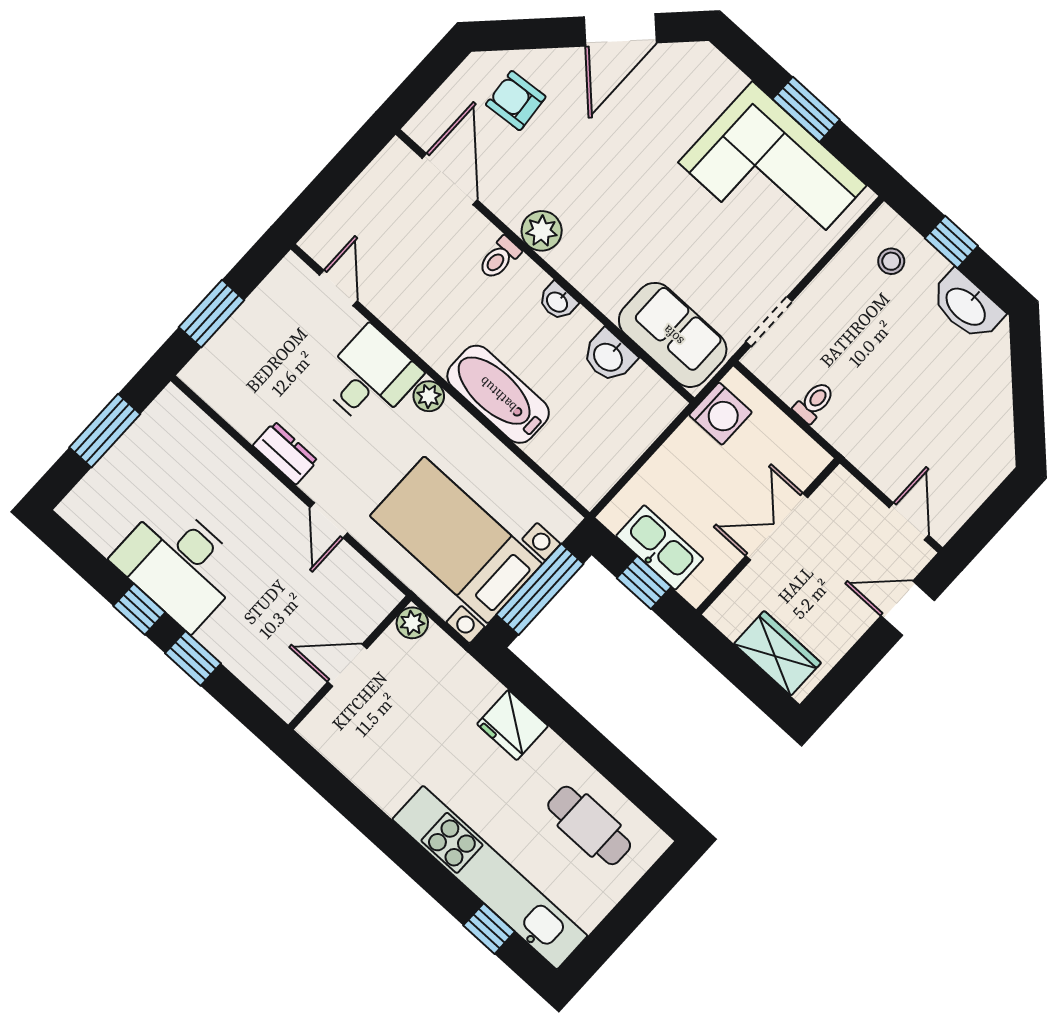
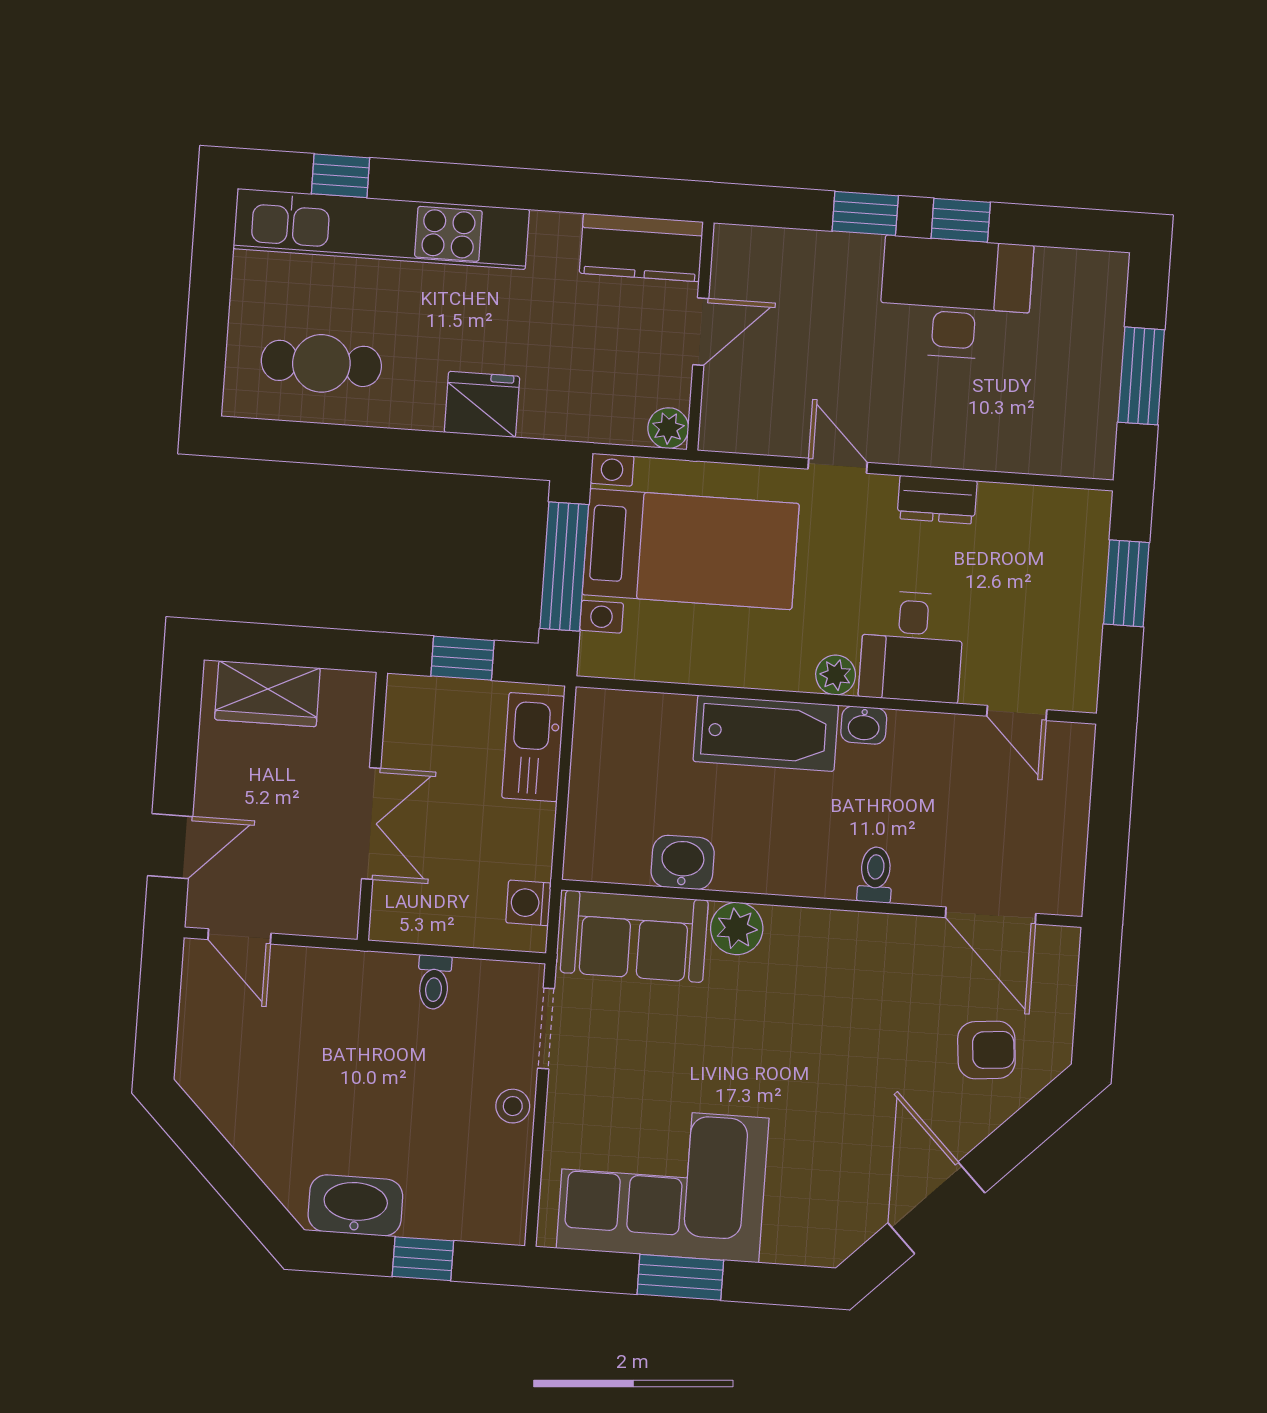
plant: (542, 231) -> (737, 928), moved
stool: (891, 261) -> (513, 1106), moved
washbasin: (558, 302) -> (864, 725), moved, turned 180
washing machine: (721, 414) -> (529, 903), width x0.73, depth x0.73
kitchen sink: (660, 547) -> (533, 747), moved, turned 90
kitchen counter: (343, 744) -> (641, 247), added

